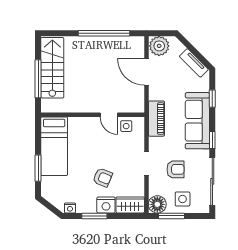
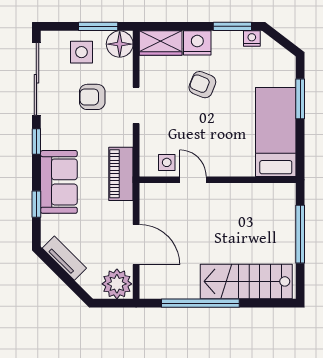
stairs: (52, 68) -> (246, 281), moved, turned 90
sofa: (197, 121) -> (59, 182), width x0.73
window: (94, 216) -> (232, 26), moved

